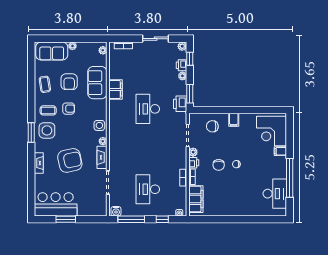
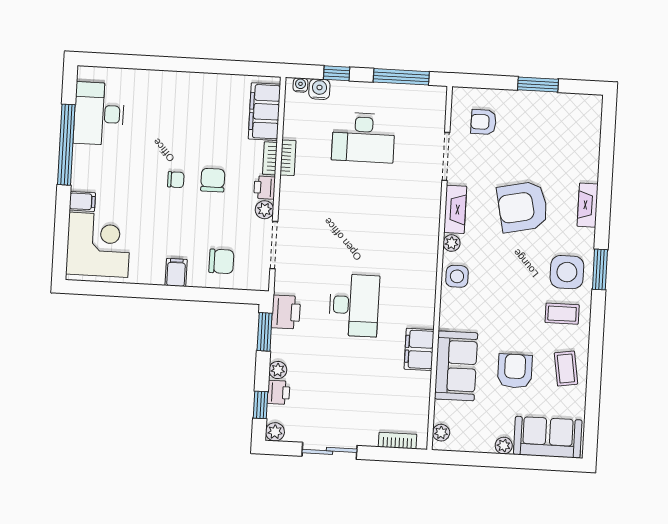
armchair: (69, 109) -> (483, 122), moved
desk: (148, 189) -> (363, 138), turned 90
bar counter: (56, 204) -> (558, 117), removed
water cooler: (116, 211) -> (319, 89), moved

